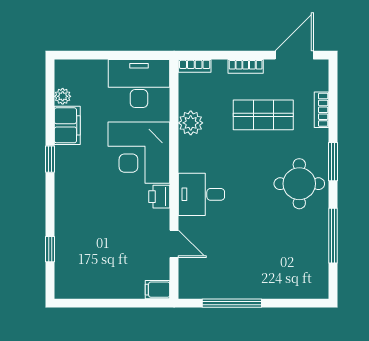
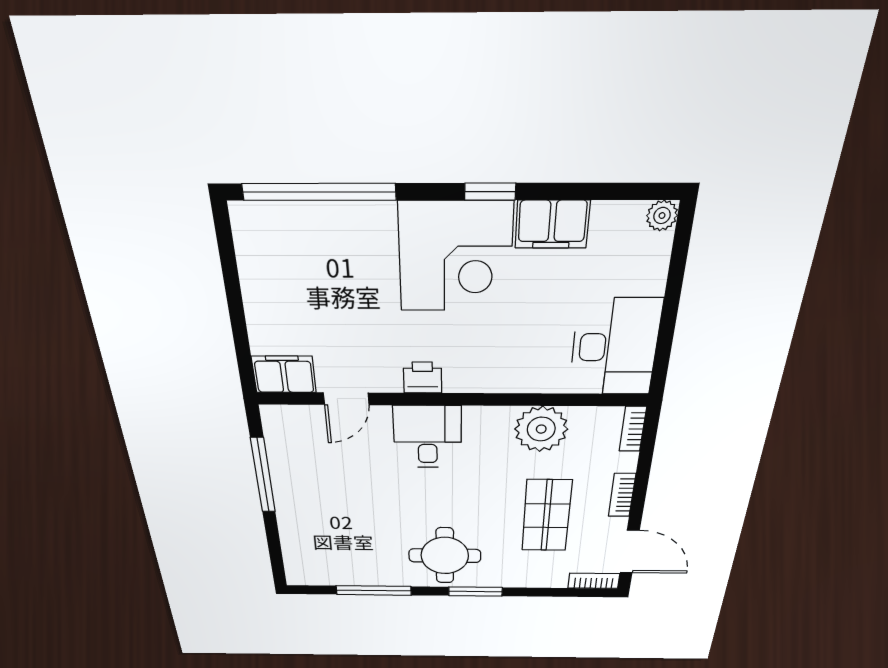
plant: (63, 96) -> (662, 216), moved
bookcase: (321, 110) -> (594, 581), moved
plant: (191, 123) -> (541, 429), width x1.36, depth x1.36
corner desk: (139, 153) -> (455, 257), moved, turned 180
window: (50, 249) -> (319, 192), width x3.17
filing cabinet: (158, 290) -> (284, 374), width x2.00

